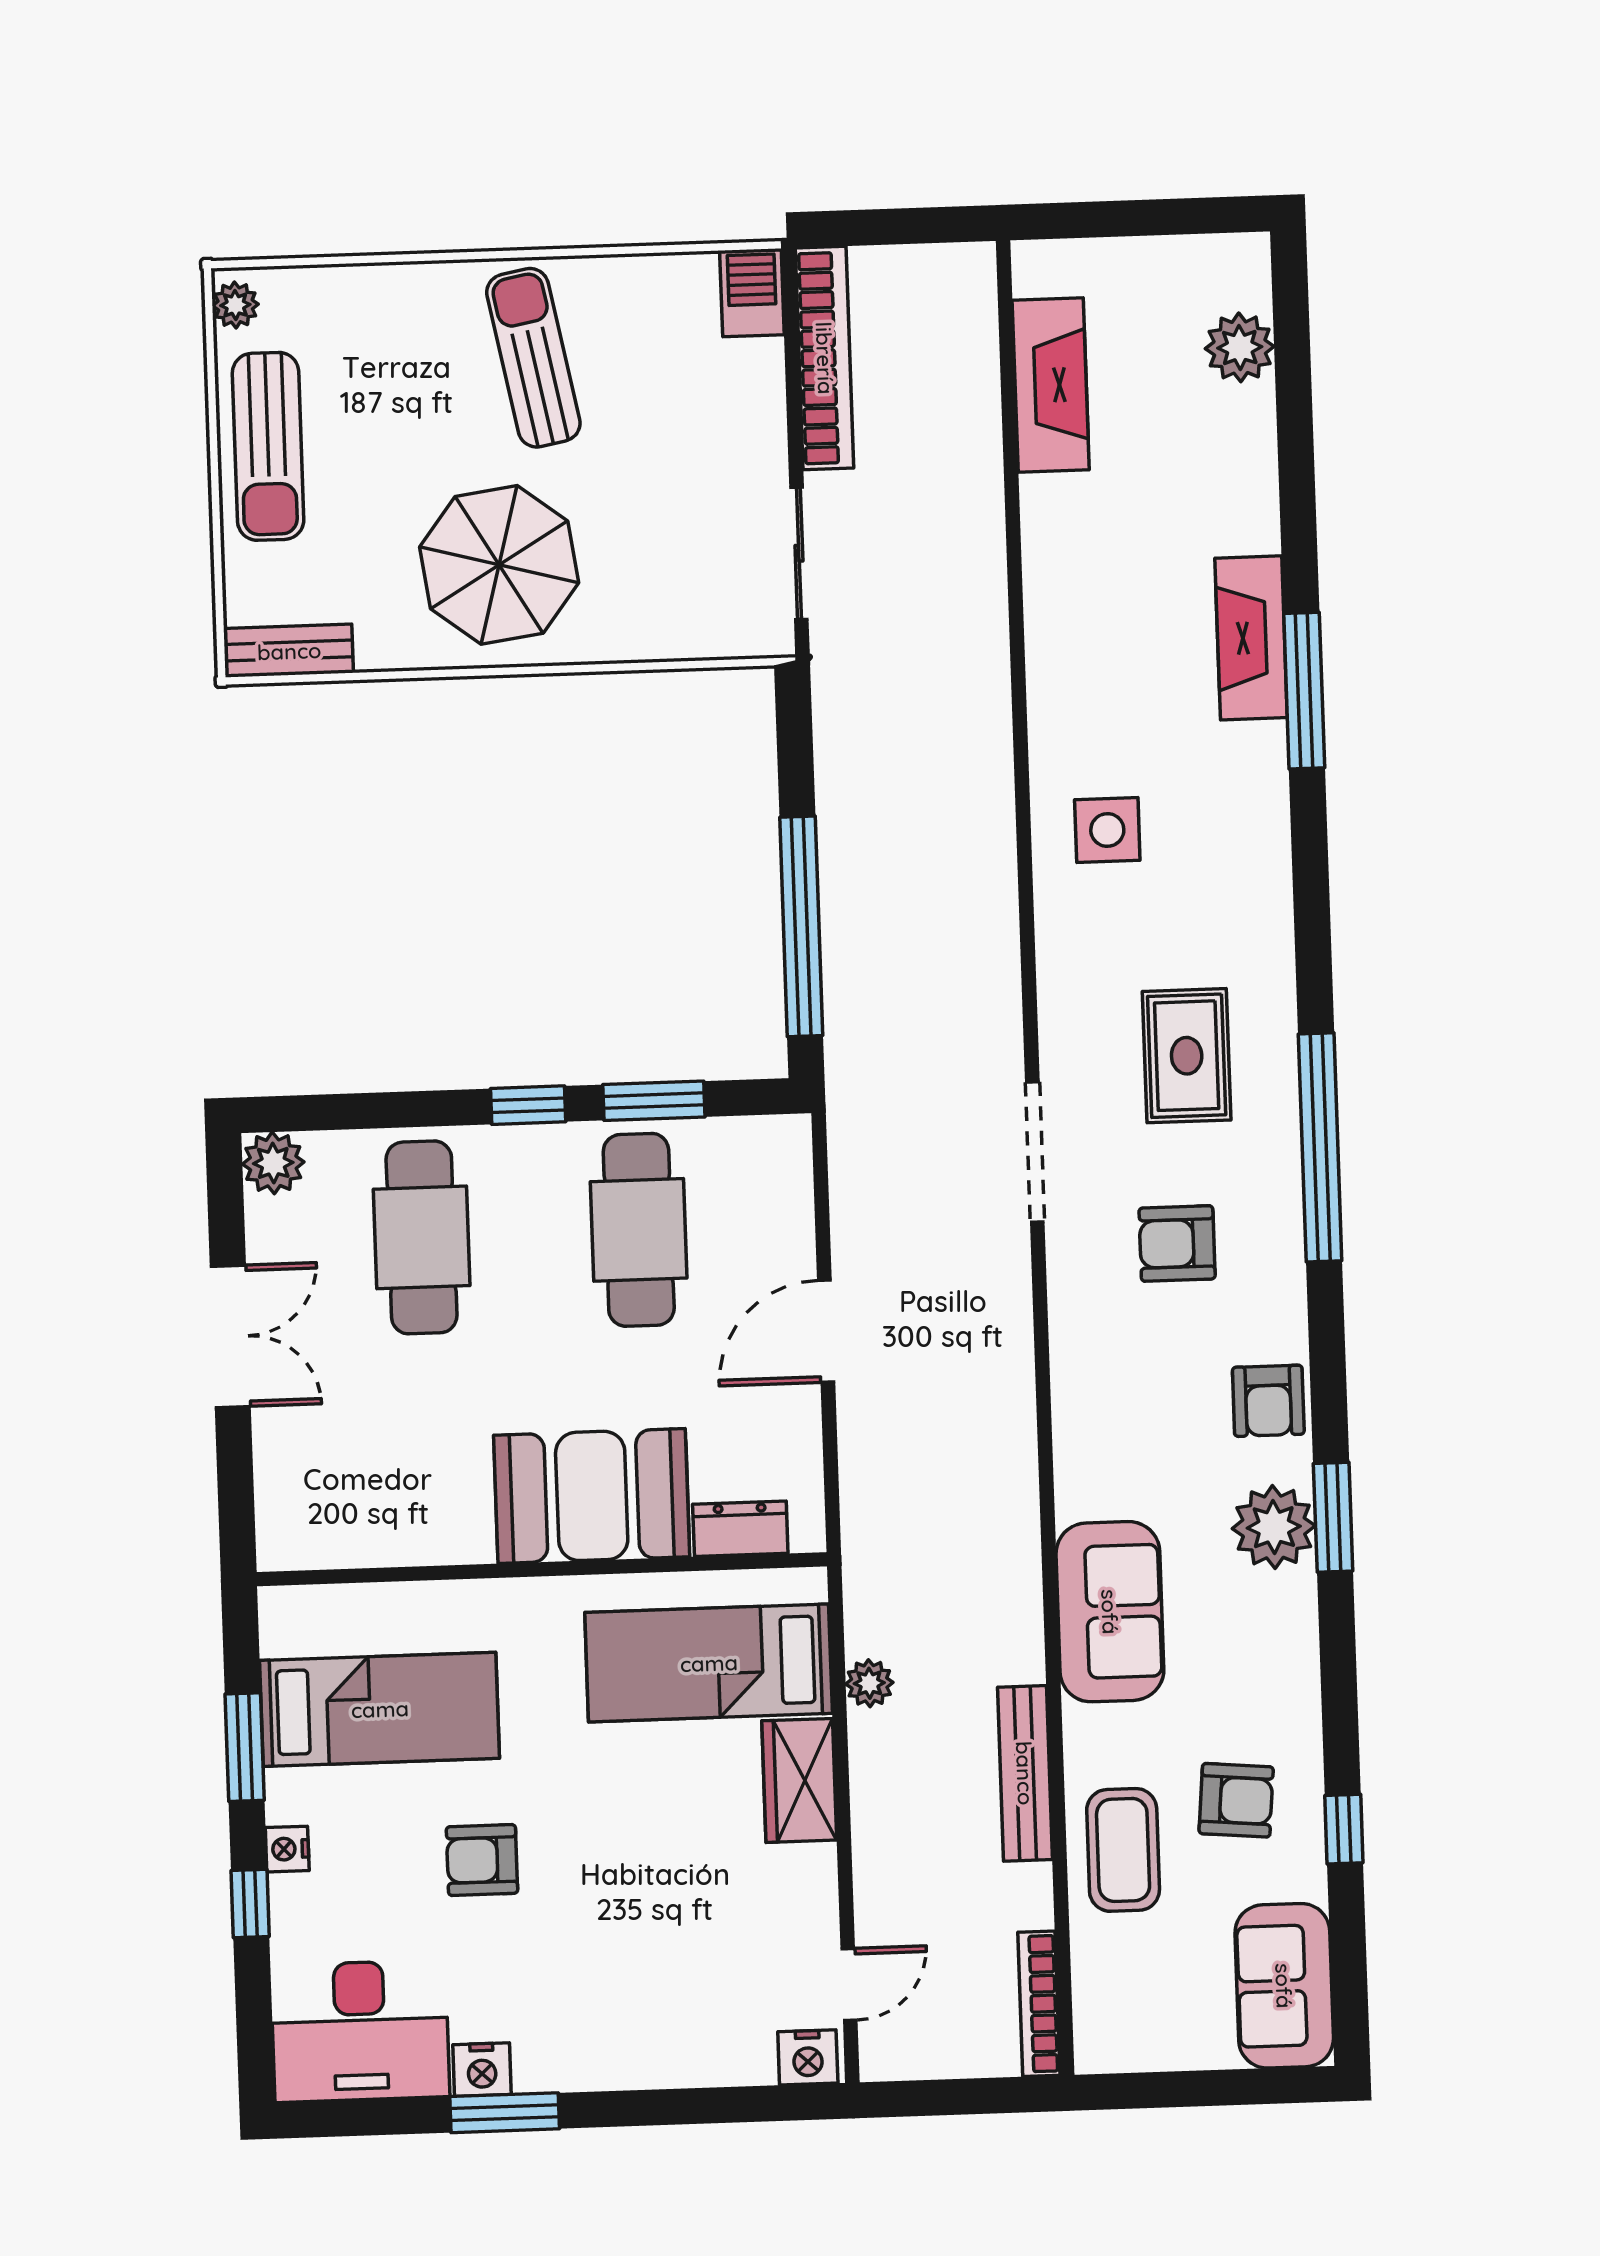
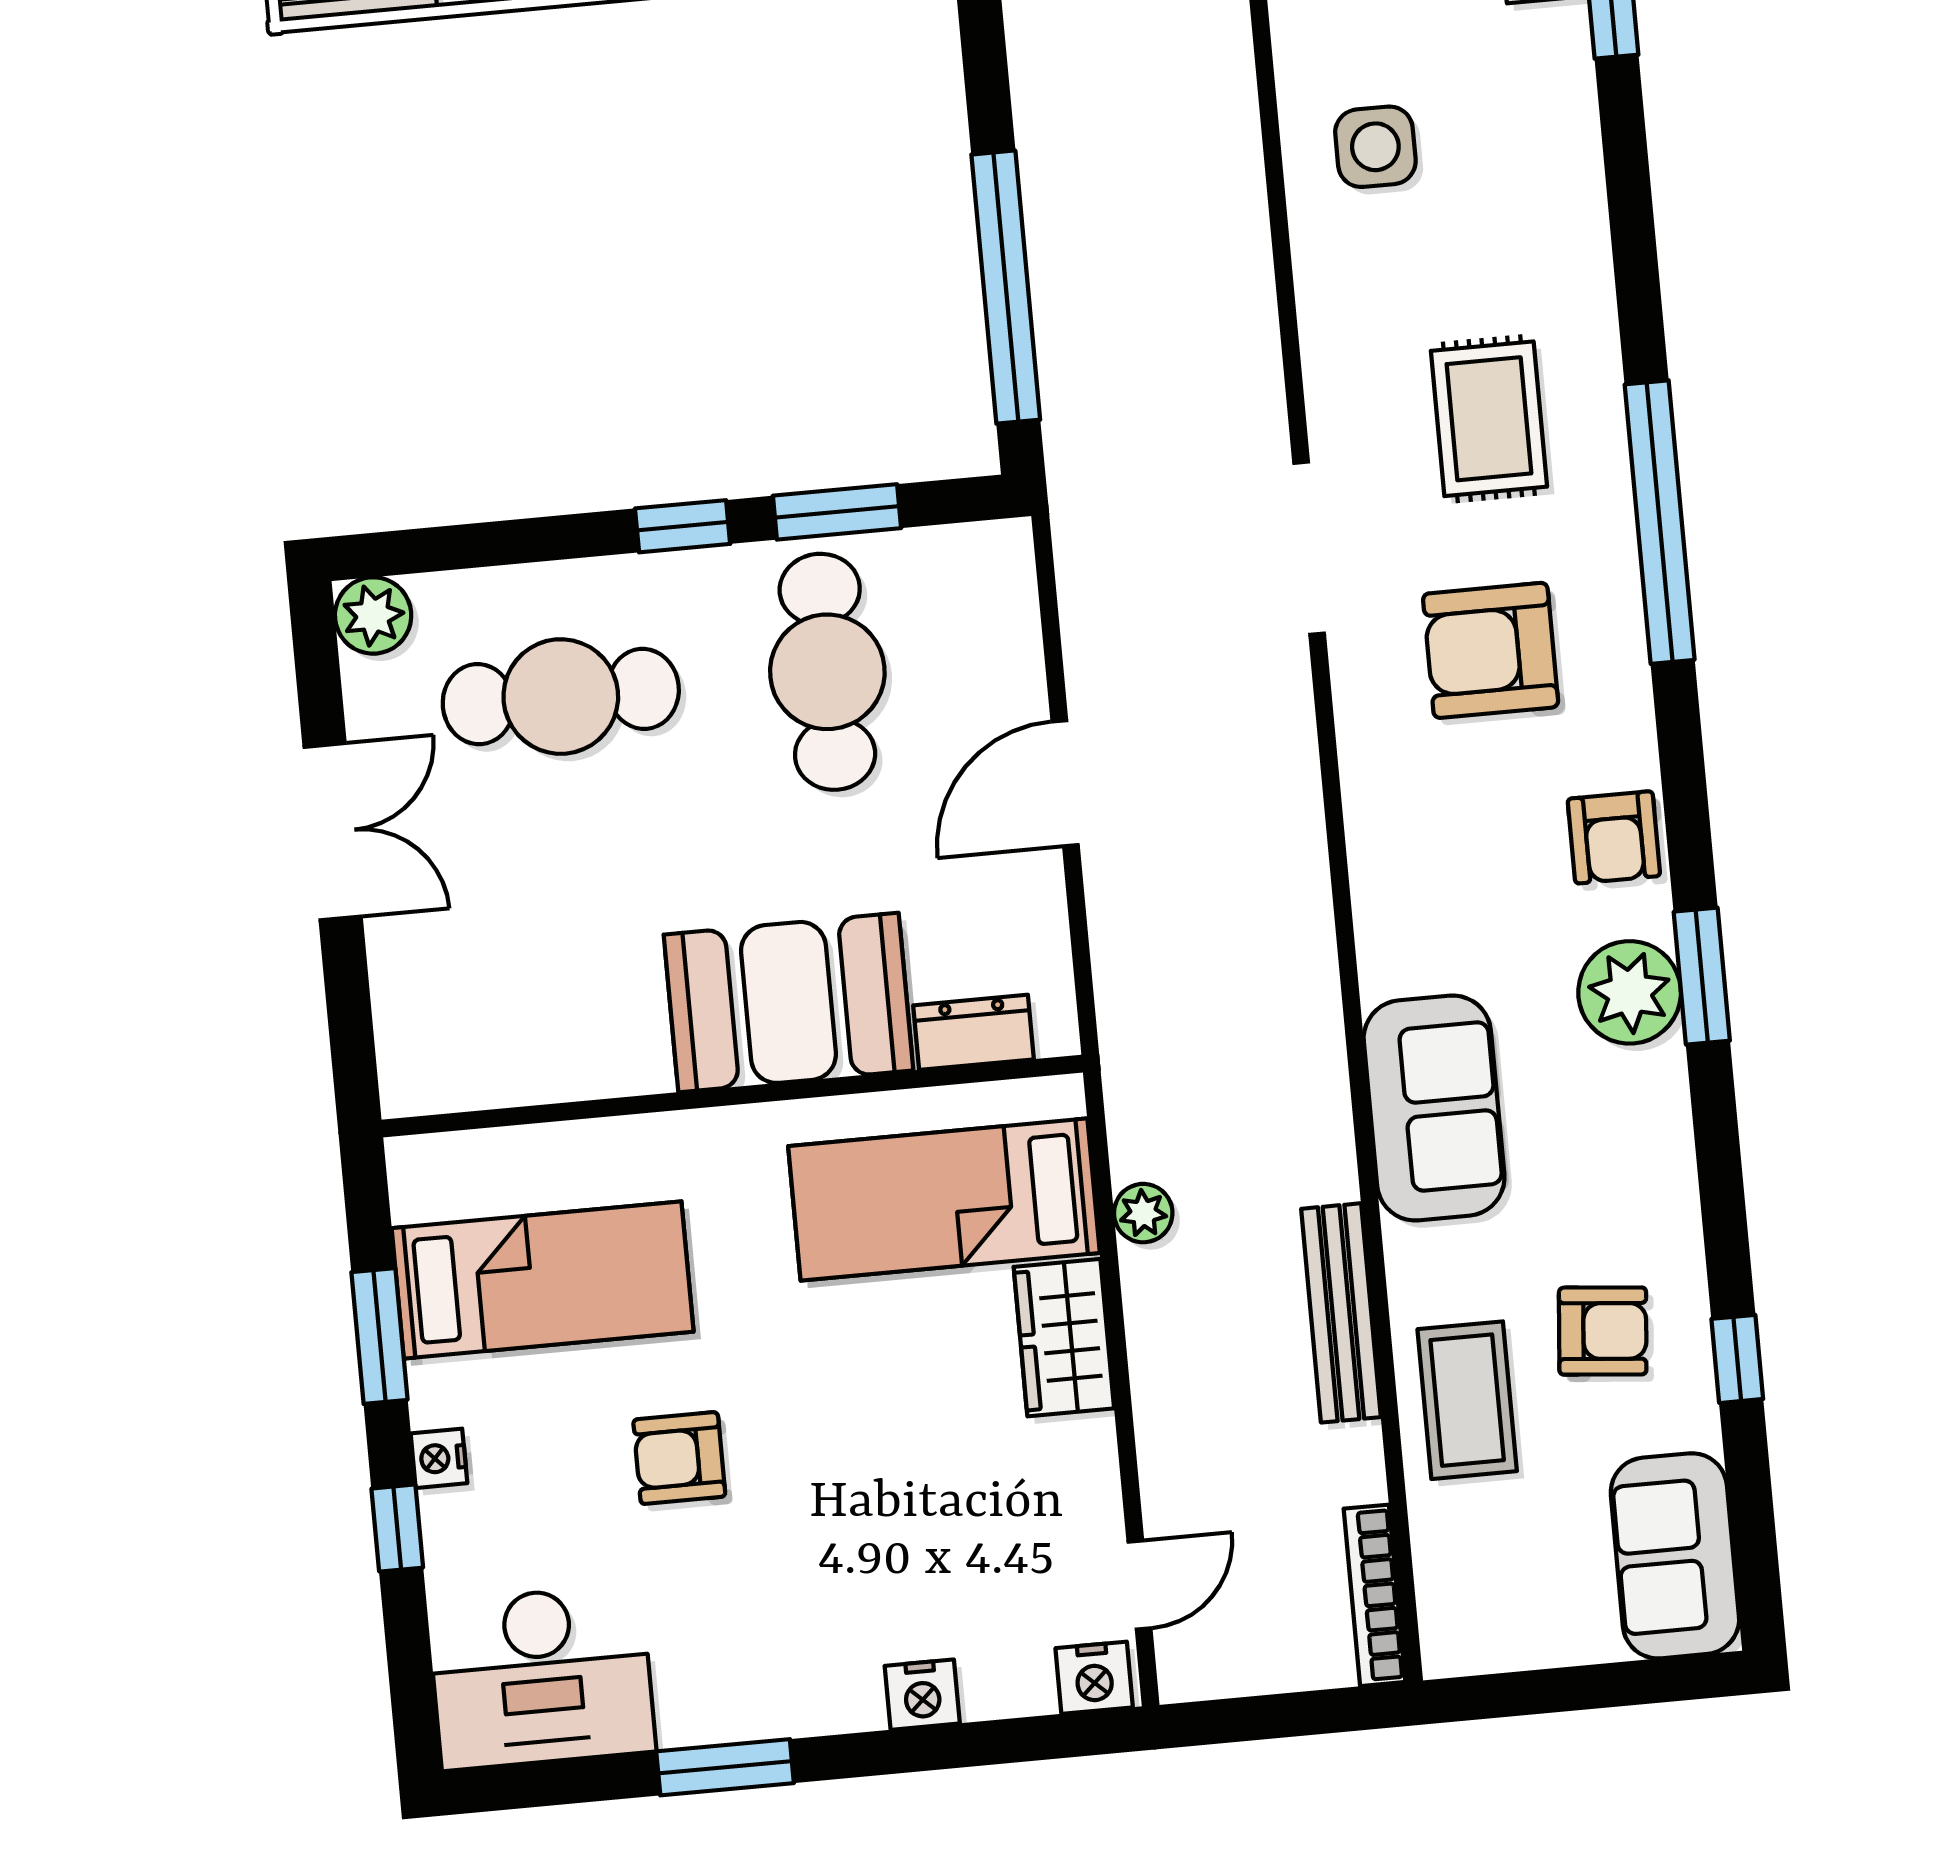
cafe table: (422, 1237) -> (561, 697), turned 90
armchair: (1177, 1243) -> (1491, 650), width x1.38, depth x1.38
nightstand: (482, 2070) -> (922, 1695), moved

